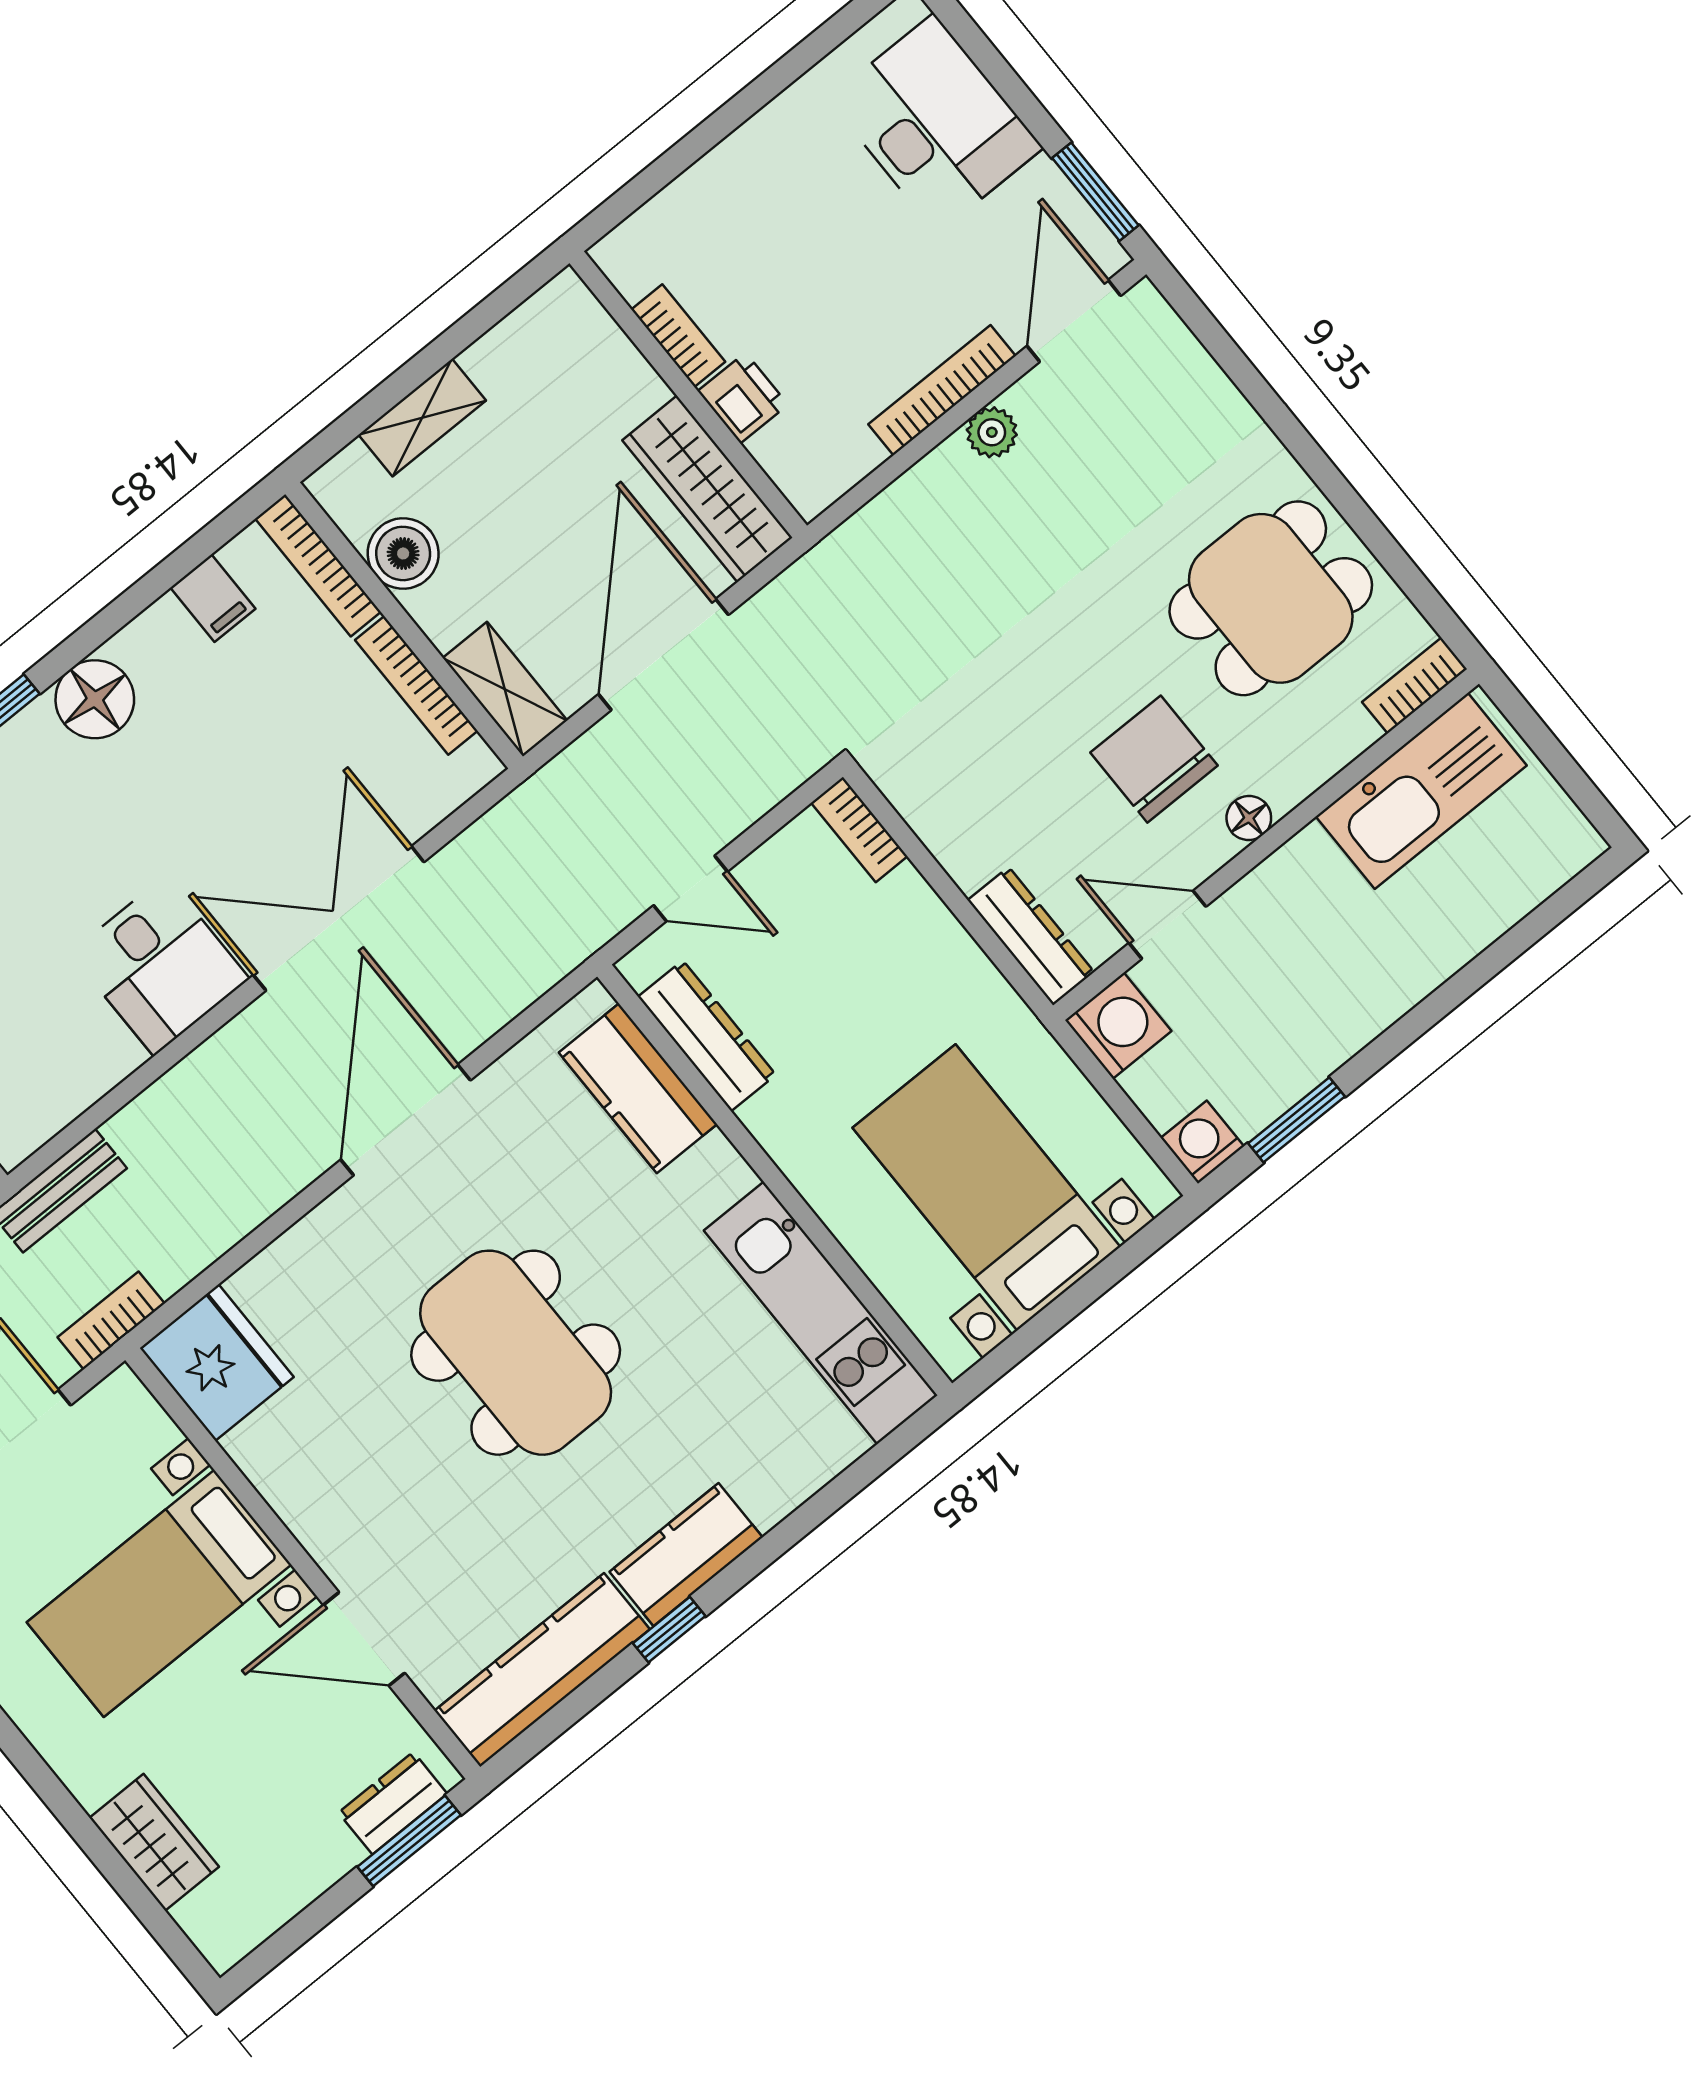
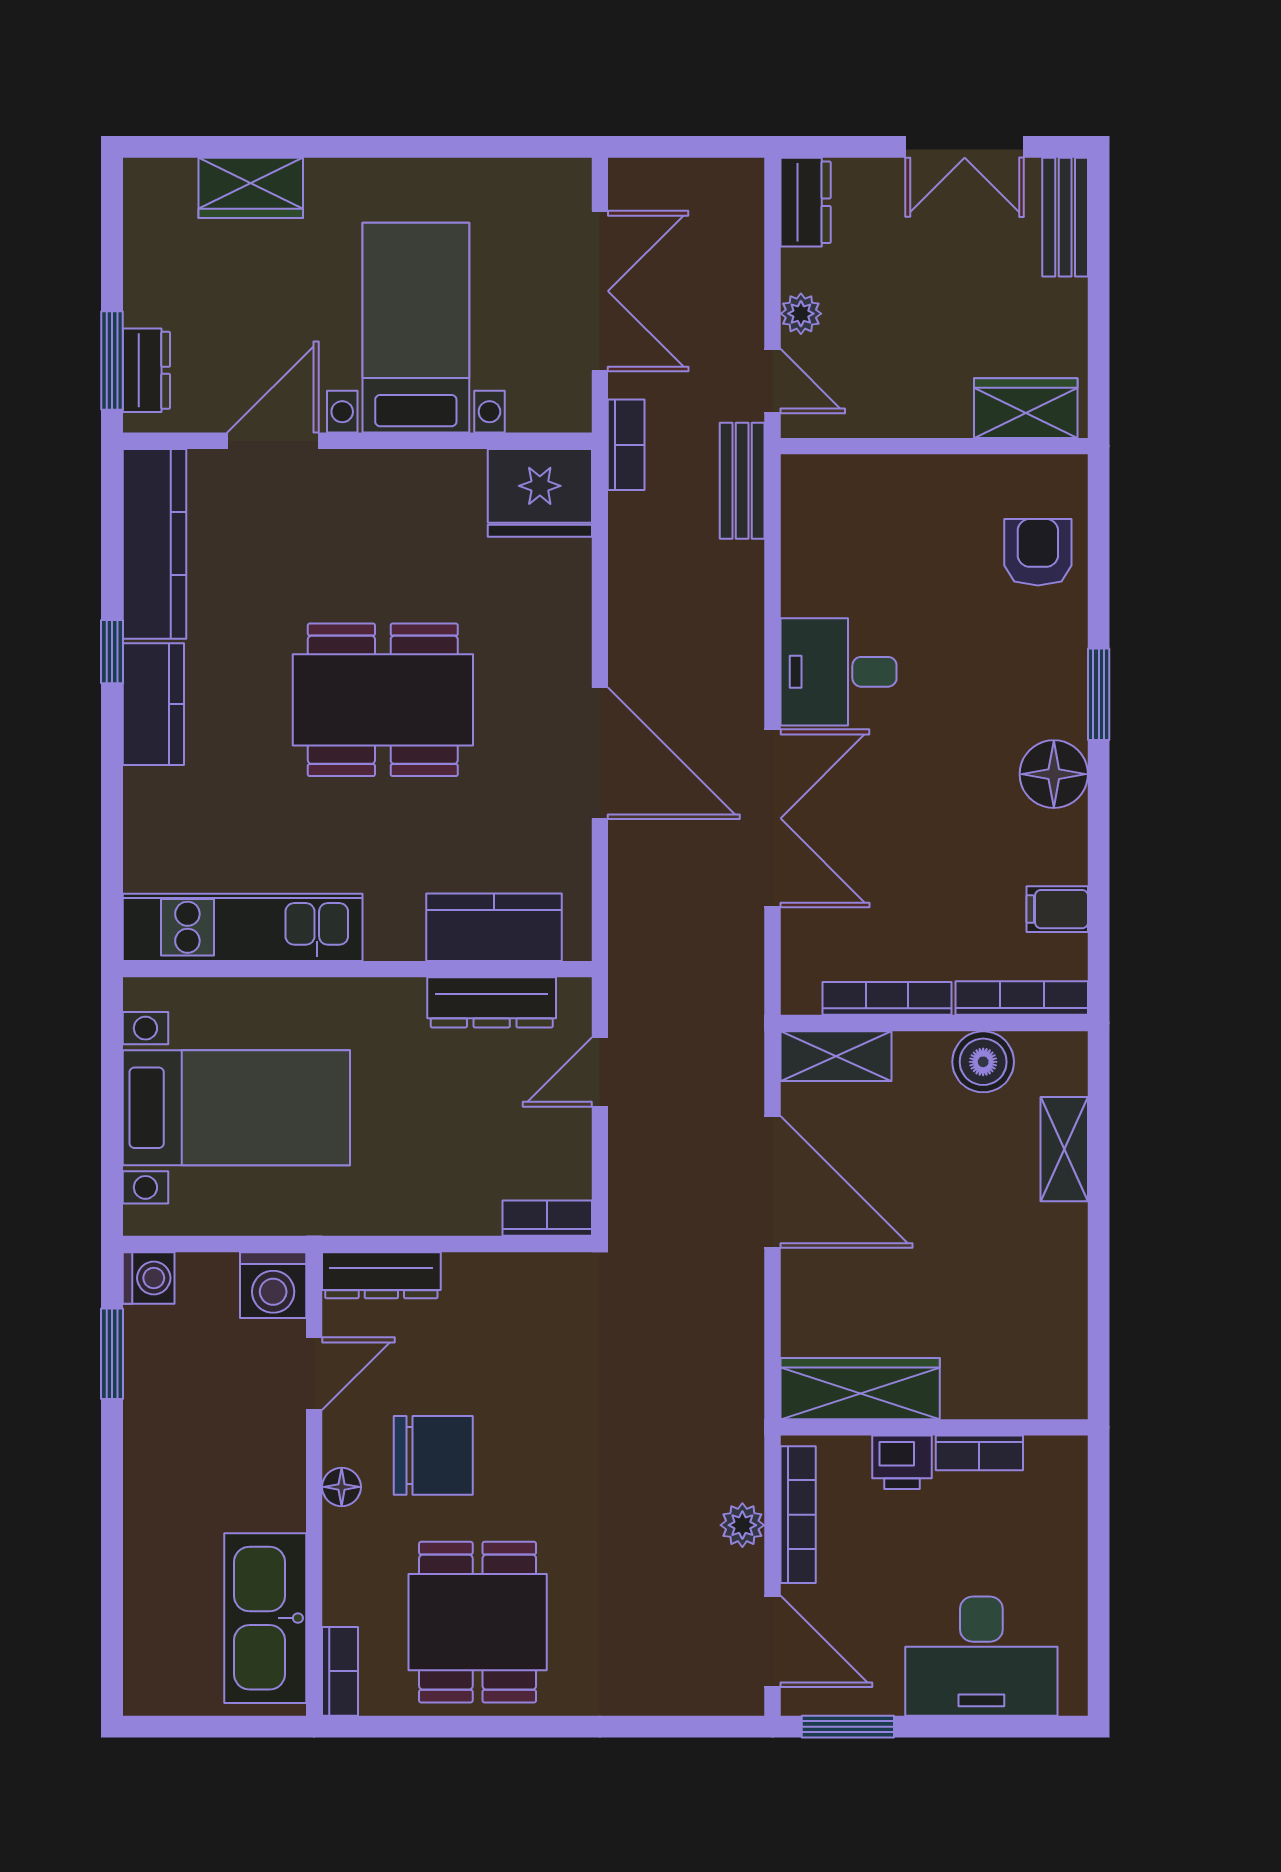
bookcase: (678, 336) -> (979, 1453), moved
wall: (688, 394) -> (934, 1427), moved
printer: (743, 398) -> (902, 1462), moved
wardrobe: (707, 489) -> (860, 1389), moved

